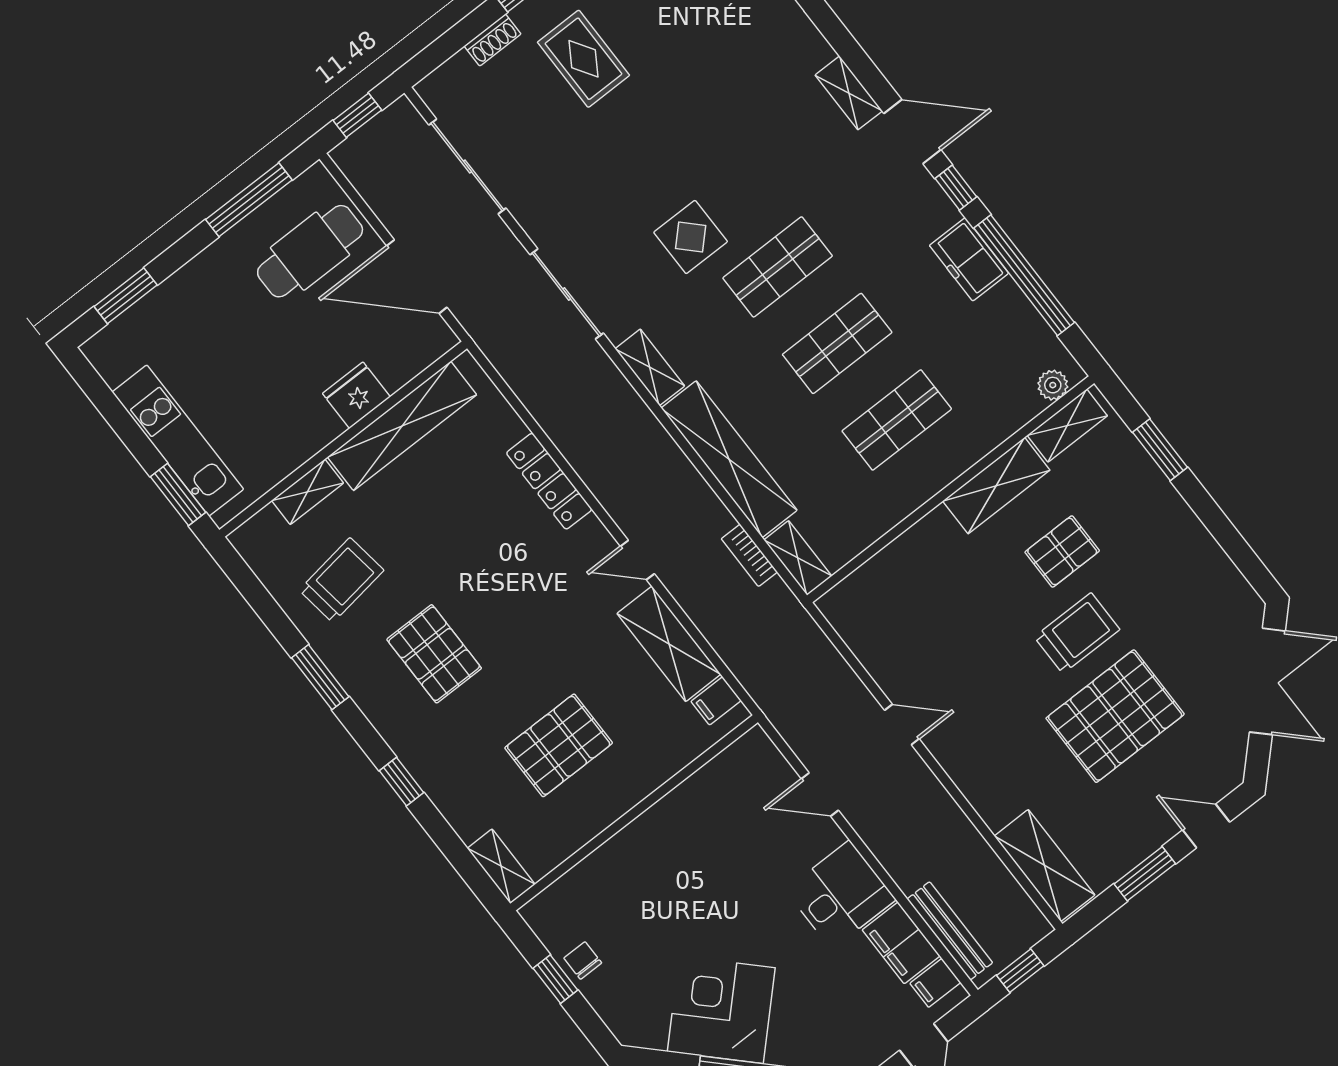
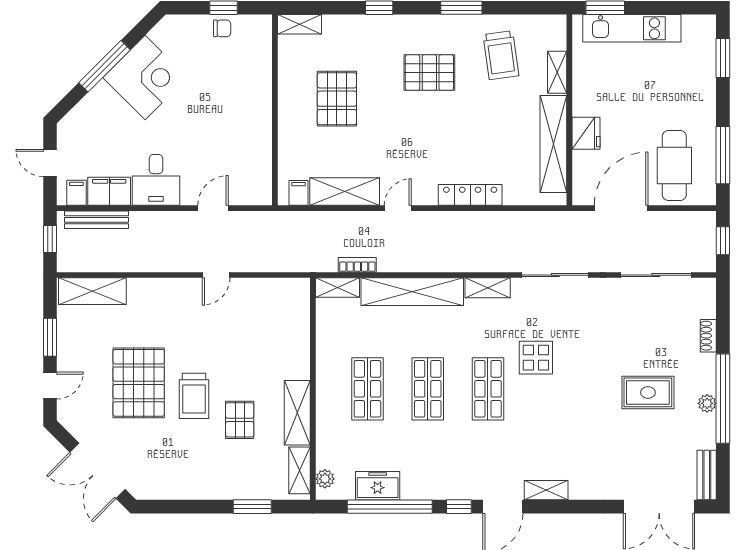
rug: (583, 59) -> (648, 392), moved
freezer: (969, 259) -> (378, 486), moved

